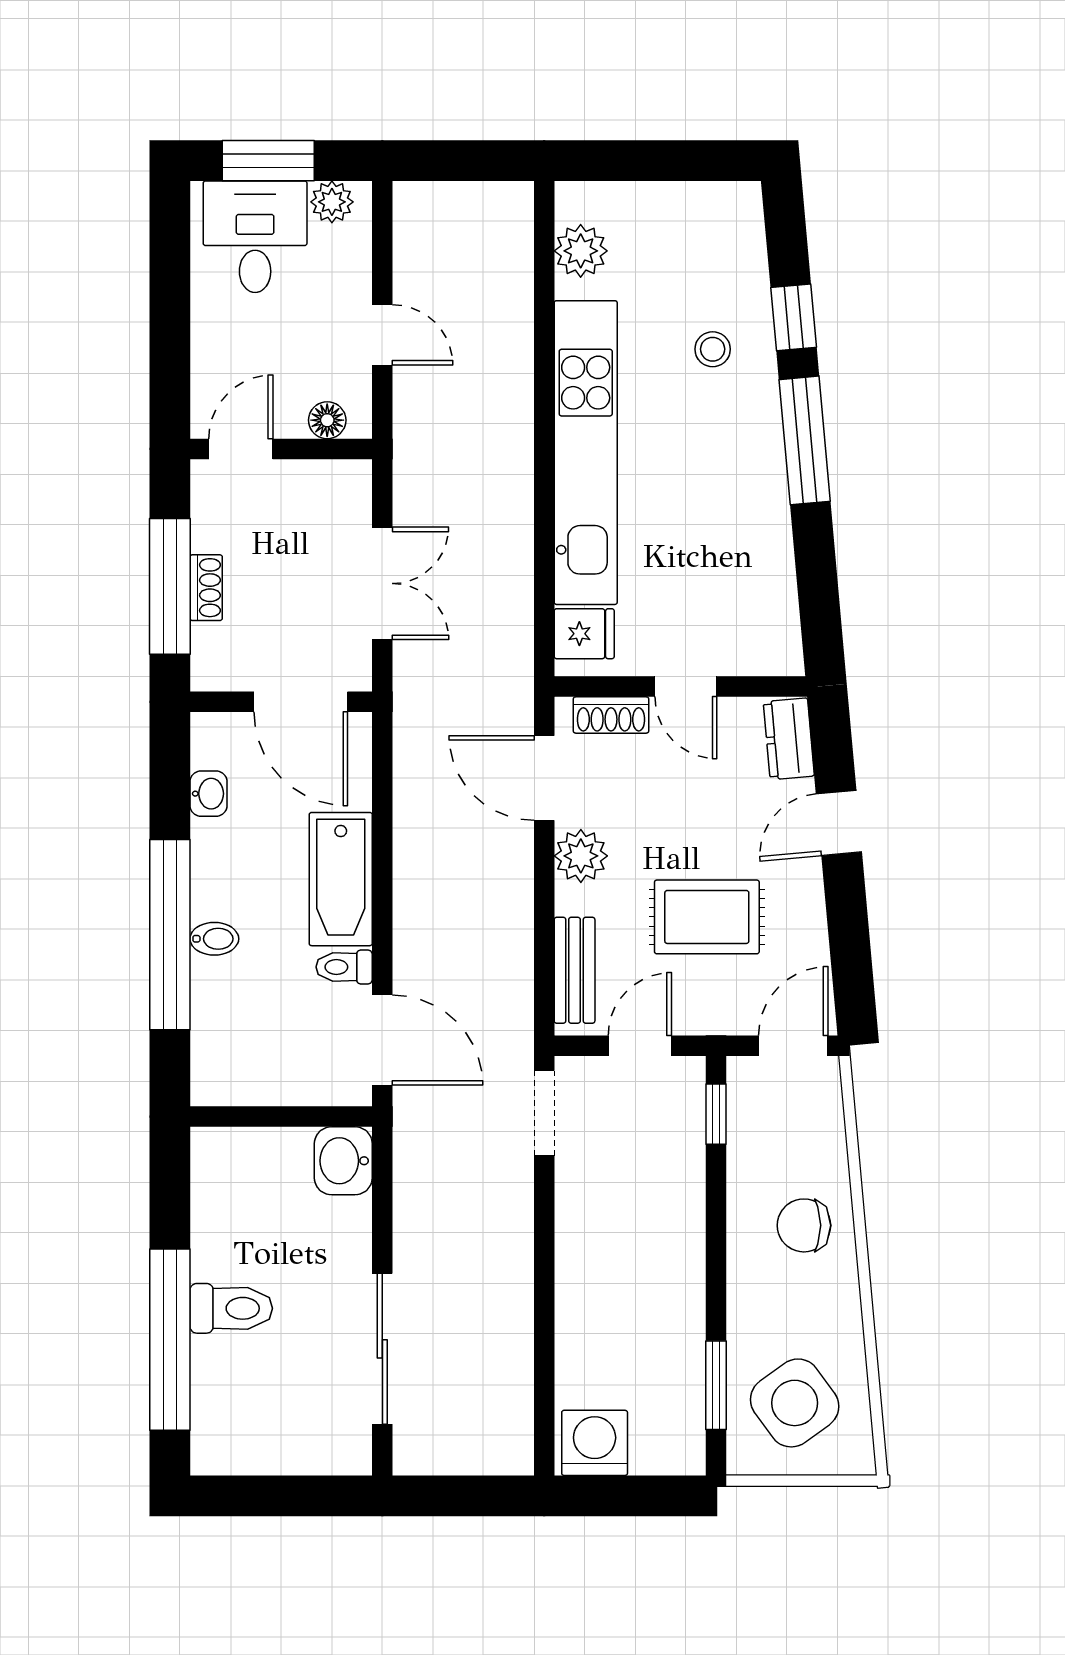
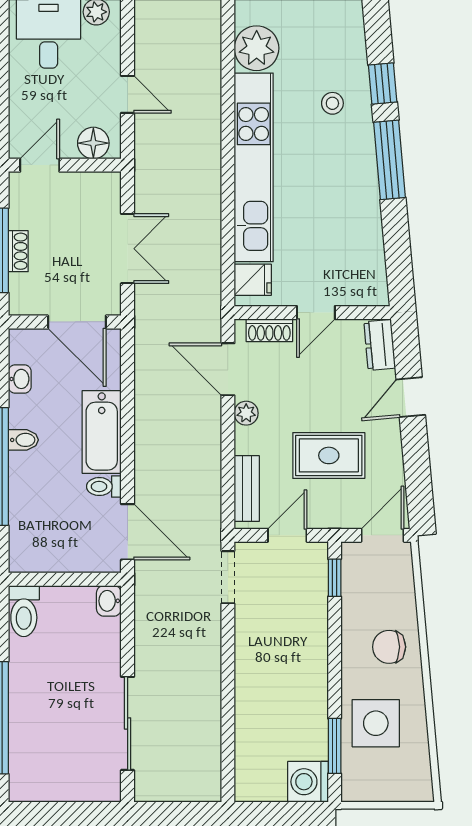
plant: (581, 251) -> (257, 48), width x1.36, depth x1.36
floor lamp: (327, 420) -> (93, 143), width x1.37, depth x1.37
door: (686, 687) -> (316, 313), hinge flipped
plant: (581, 856) -> (246, 413), width x0.73, depth x0.73
bidet: (214, 939) -> (23, 440), moved
washbasin: (343, 1161) -> (109, 601), width x0.72, depth x0.69
toilet: (231, 1308) -> (24, 611), moved, turned 90
side table: (795, 1403) -> (376, 723), moved, turned 36
washing machine: (595, 1443) -> (308, 782), moved, turned -90

